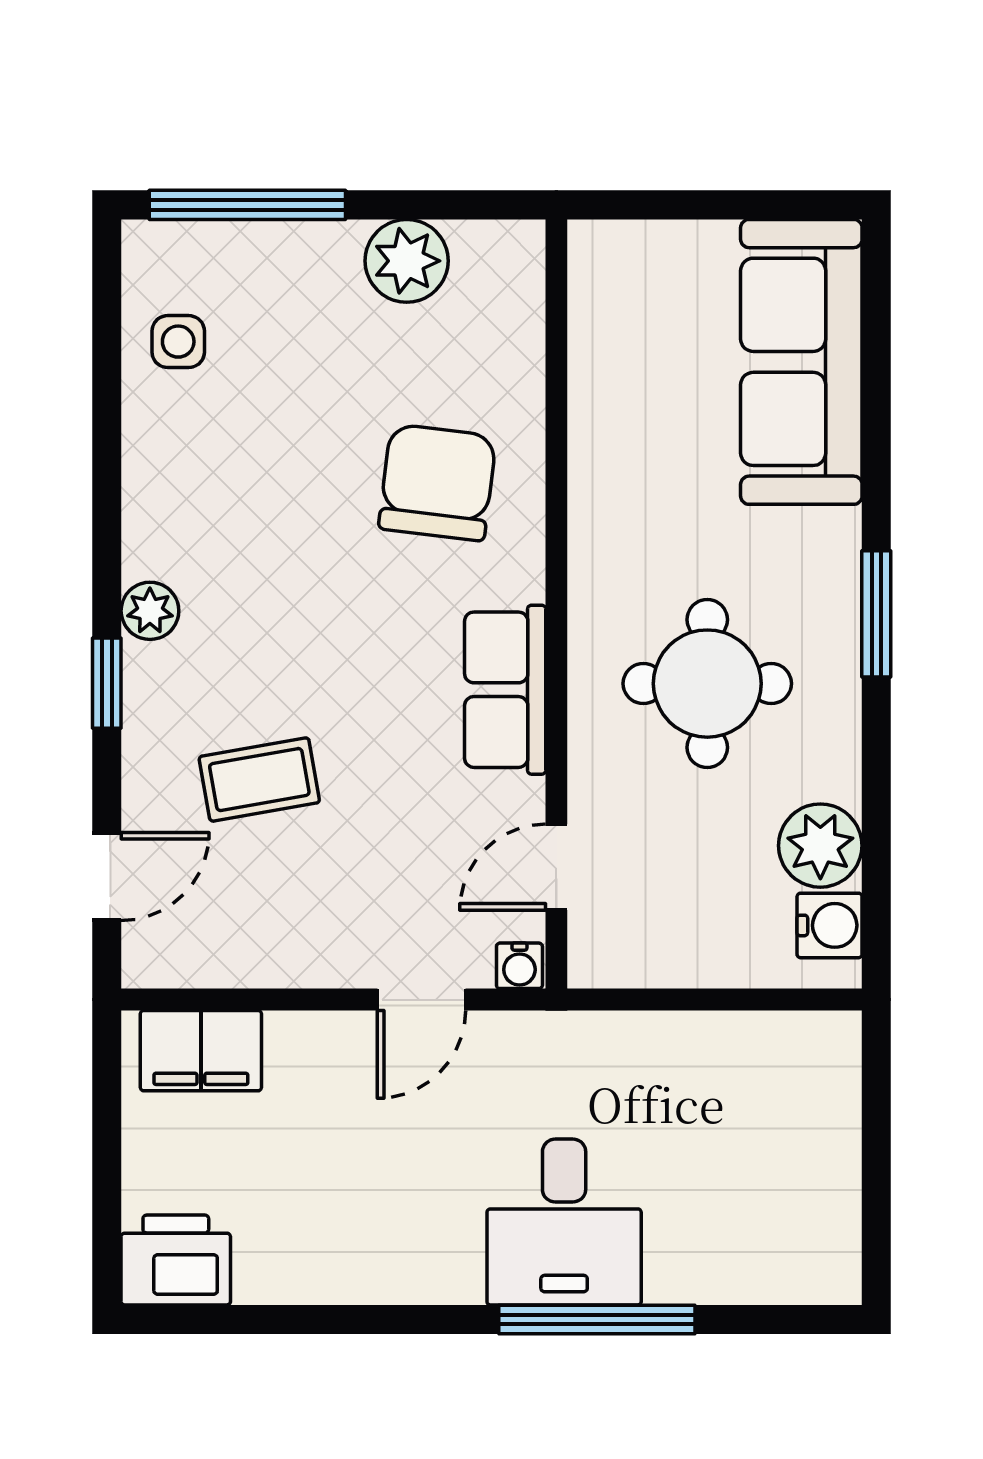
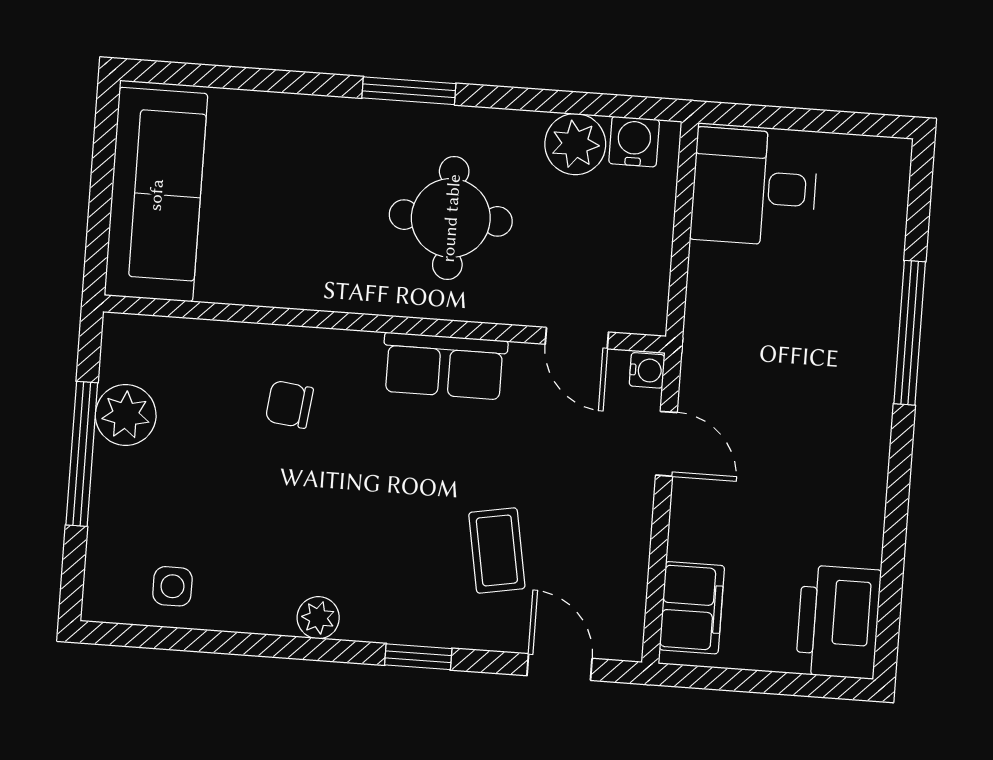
window: (247, 205) -> (82, 454), moved
sofa: (801, 362) -> (156, 195), moved, turned -90
chair: (437, 482) -> (289, 404), width x0.54, depth x0.54
plant: (150, 611) -> (318, 618), moved
desk: (564, 1222) -> (754, 187), moved, turned 180
printer: (176, 1260) -> (838, 622), width x1.37, depth x1.19

